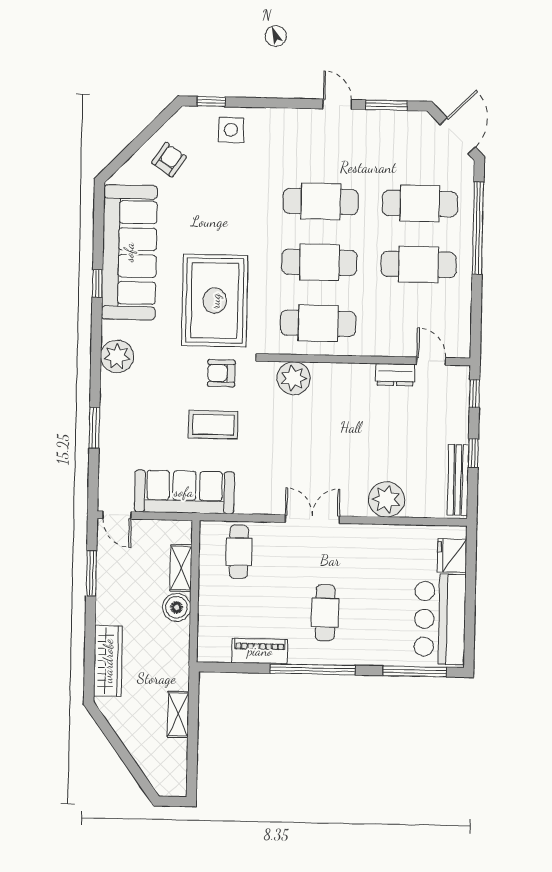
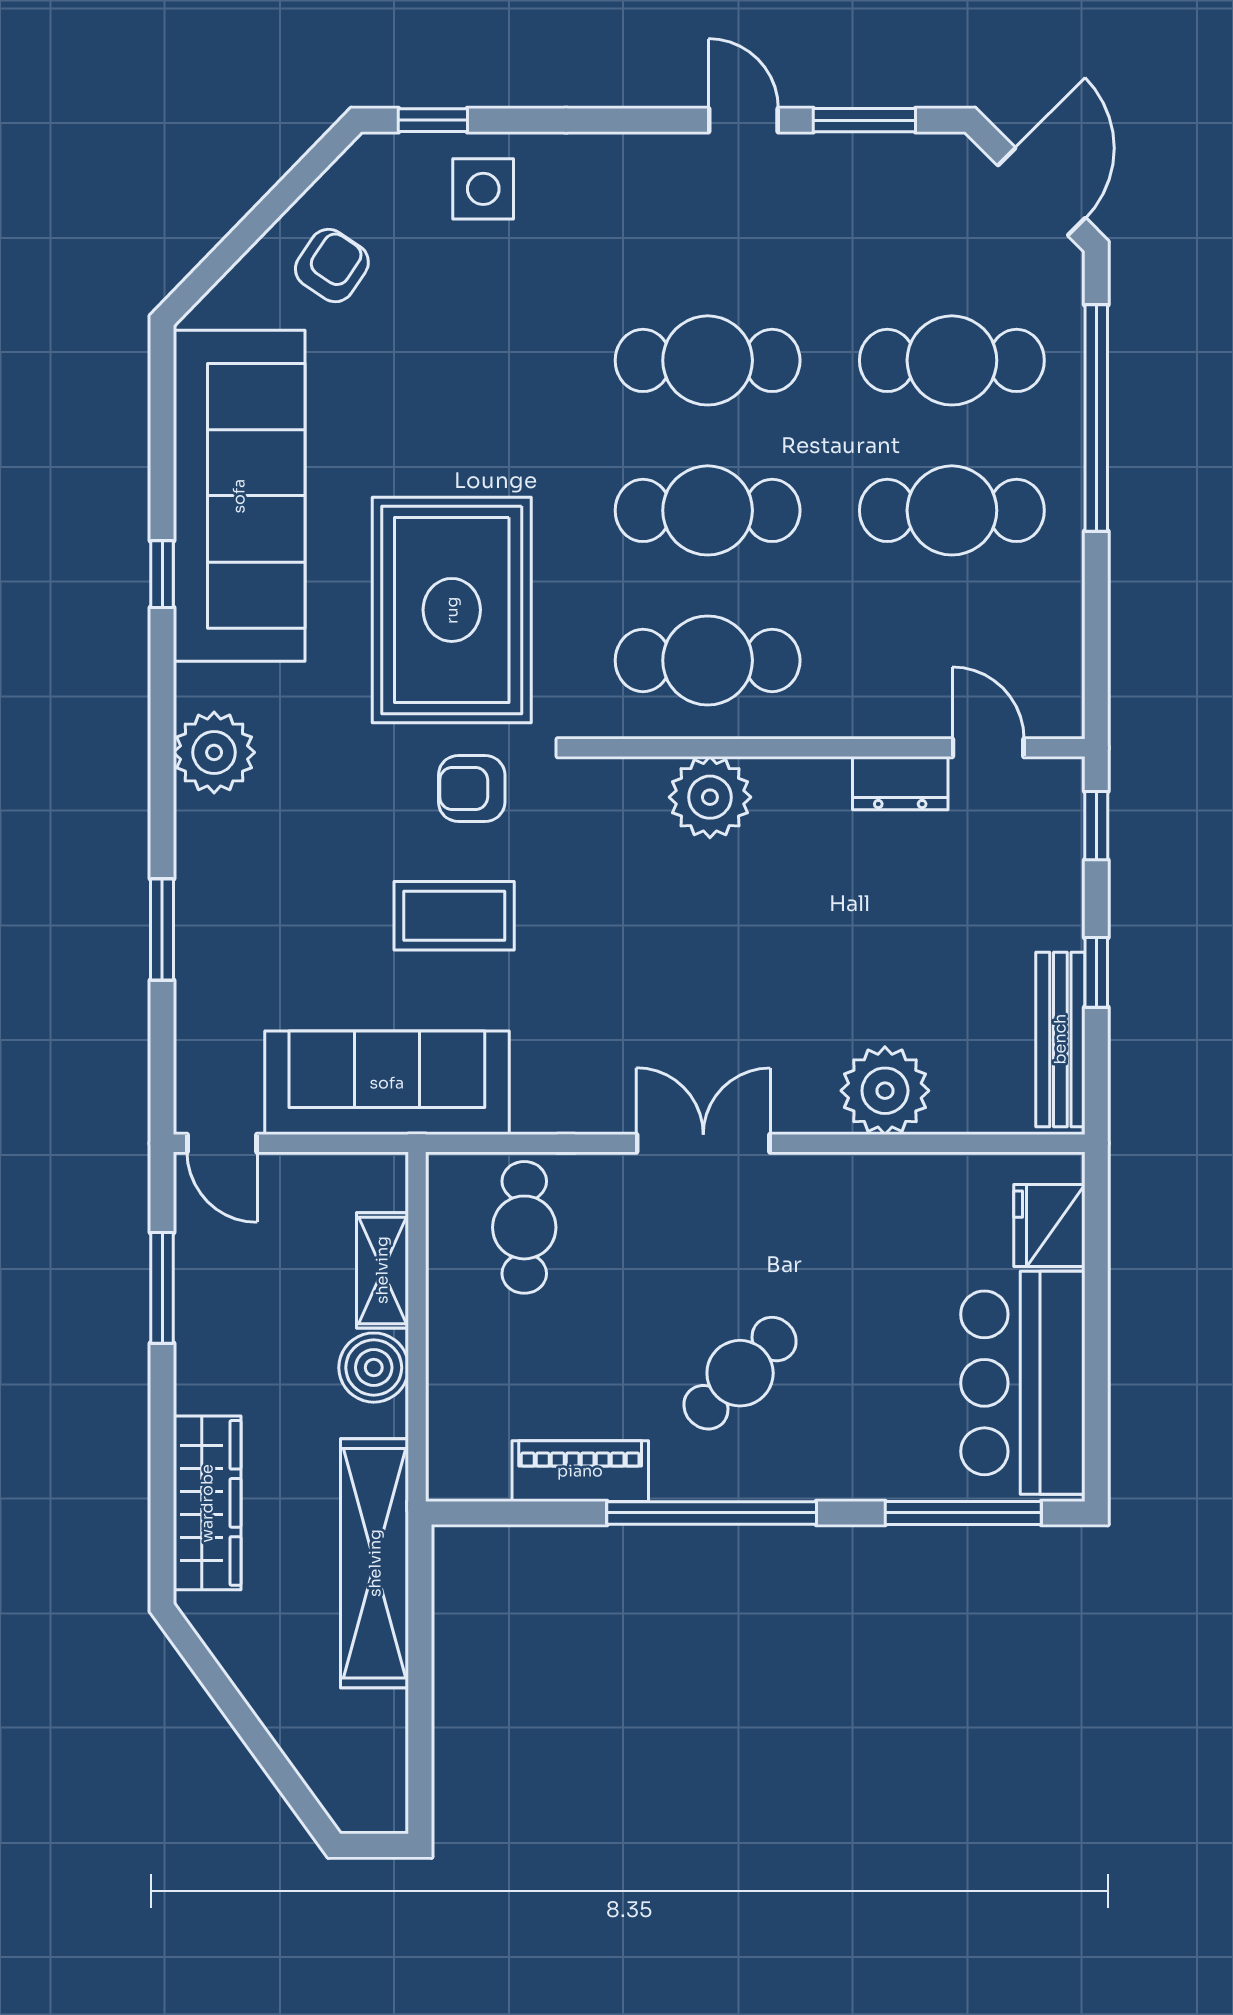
plant: (294, 378) -> (710, 797), moved
cafe table: (325, 613) -> (740, 1373), turned 45
shelving: (178, 714) -> (375, 1563), width x2.20, depth x1.33

